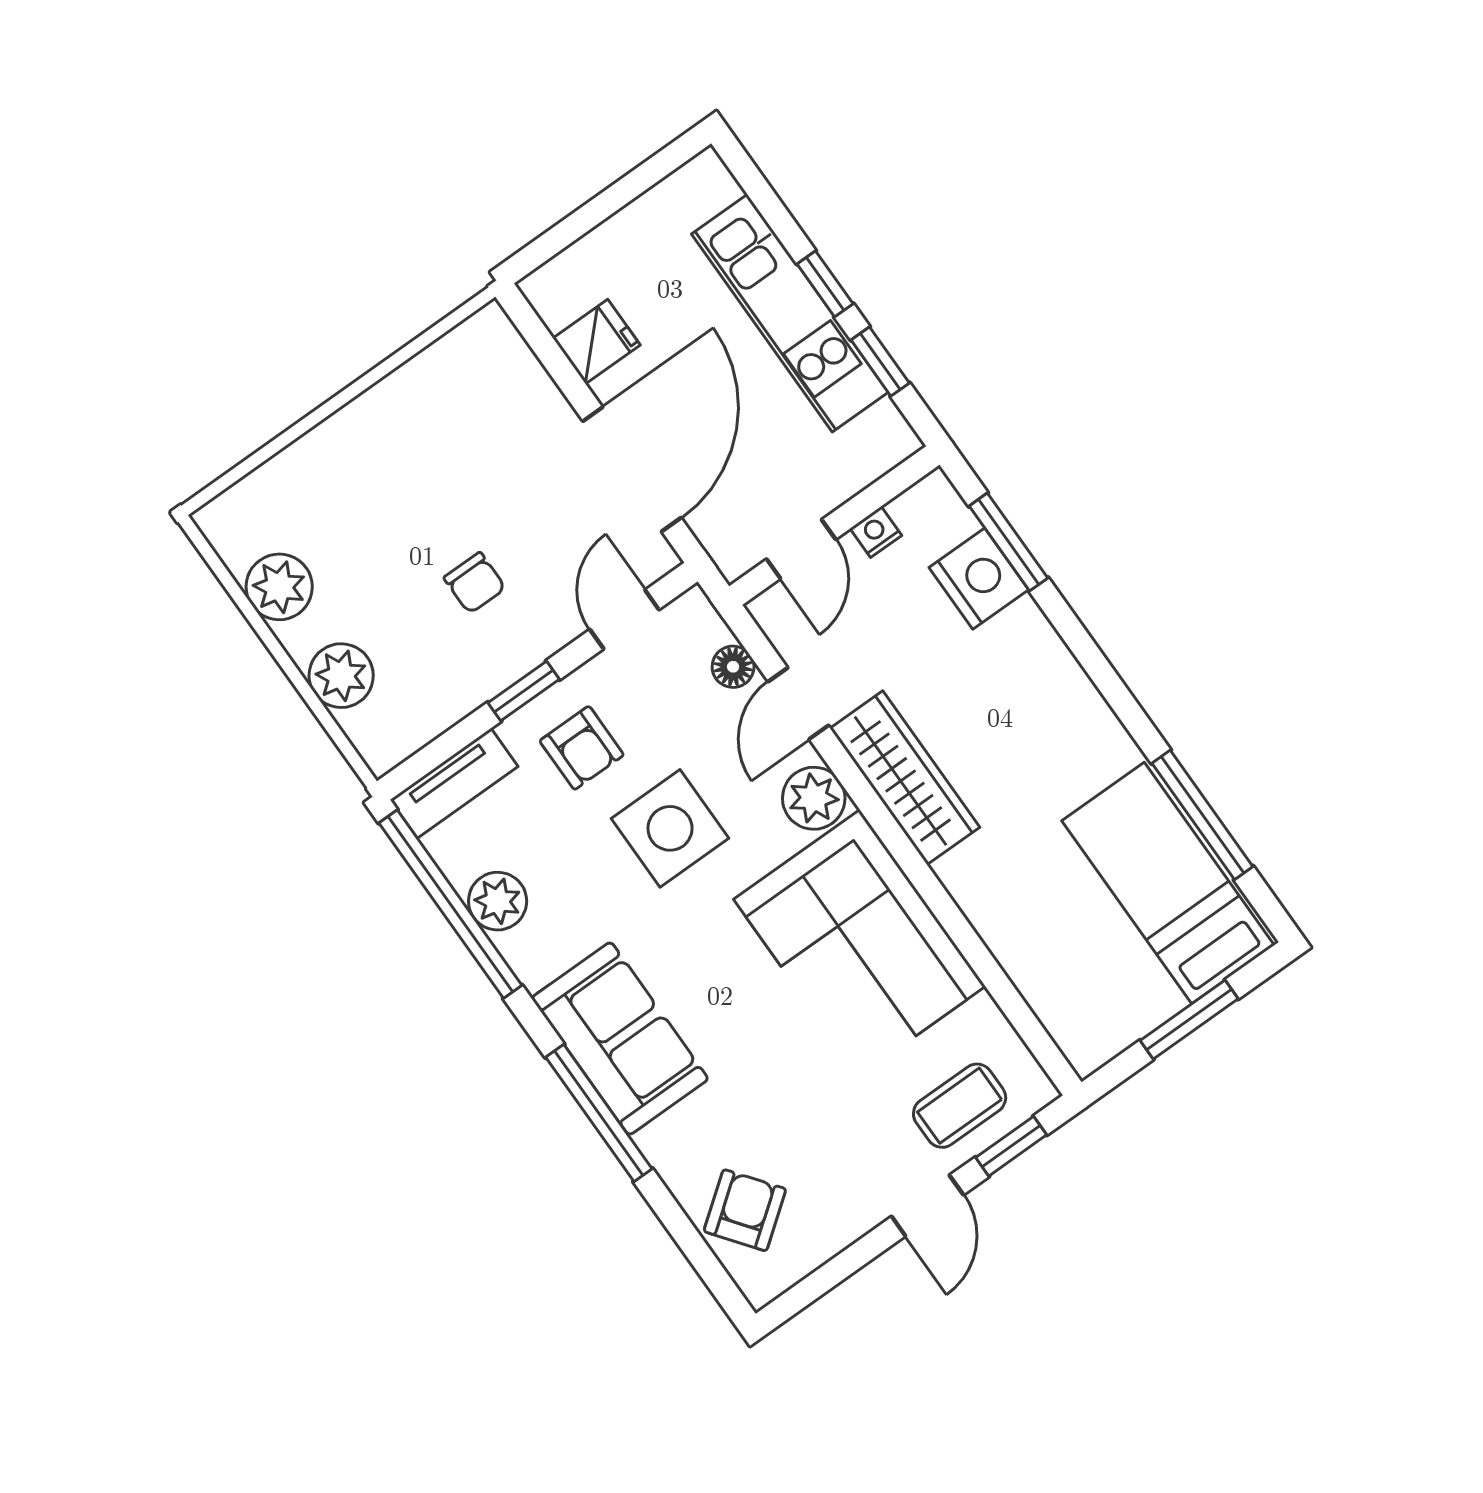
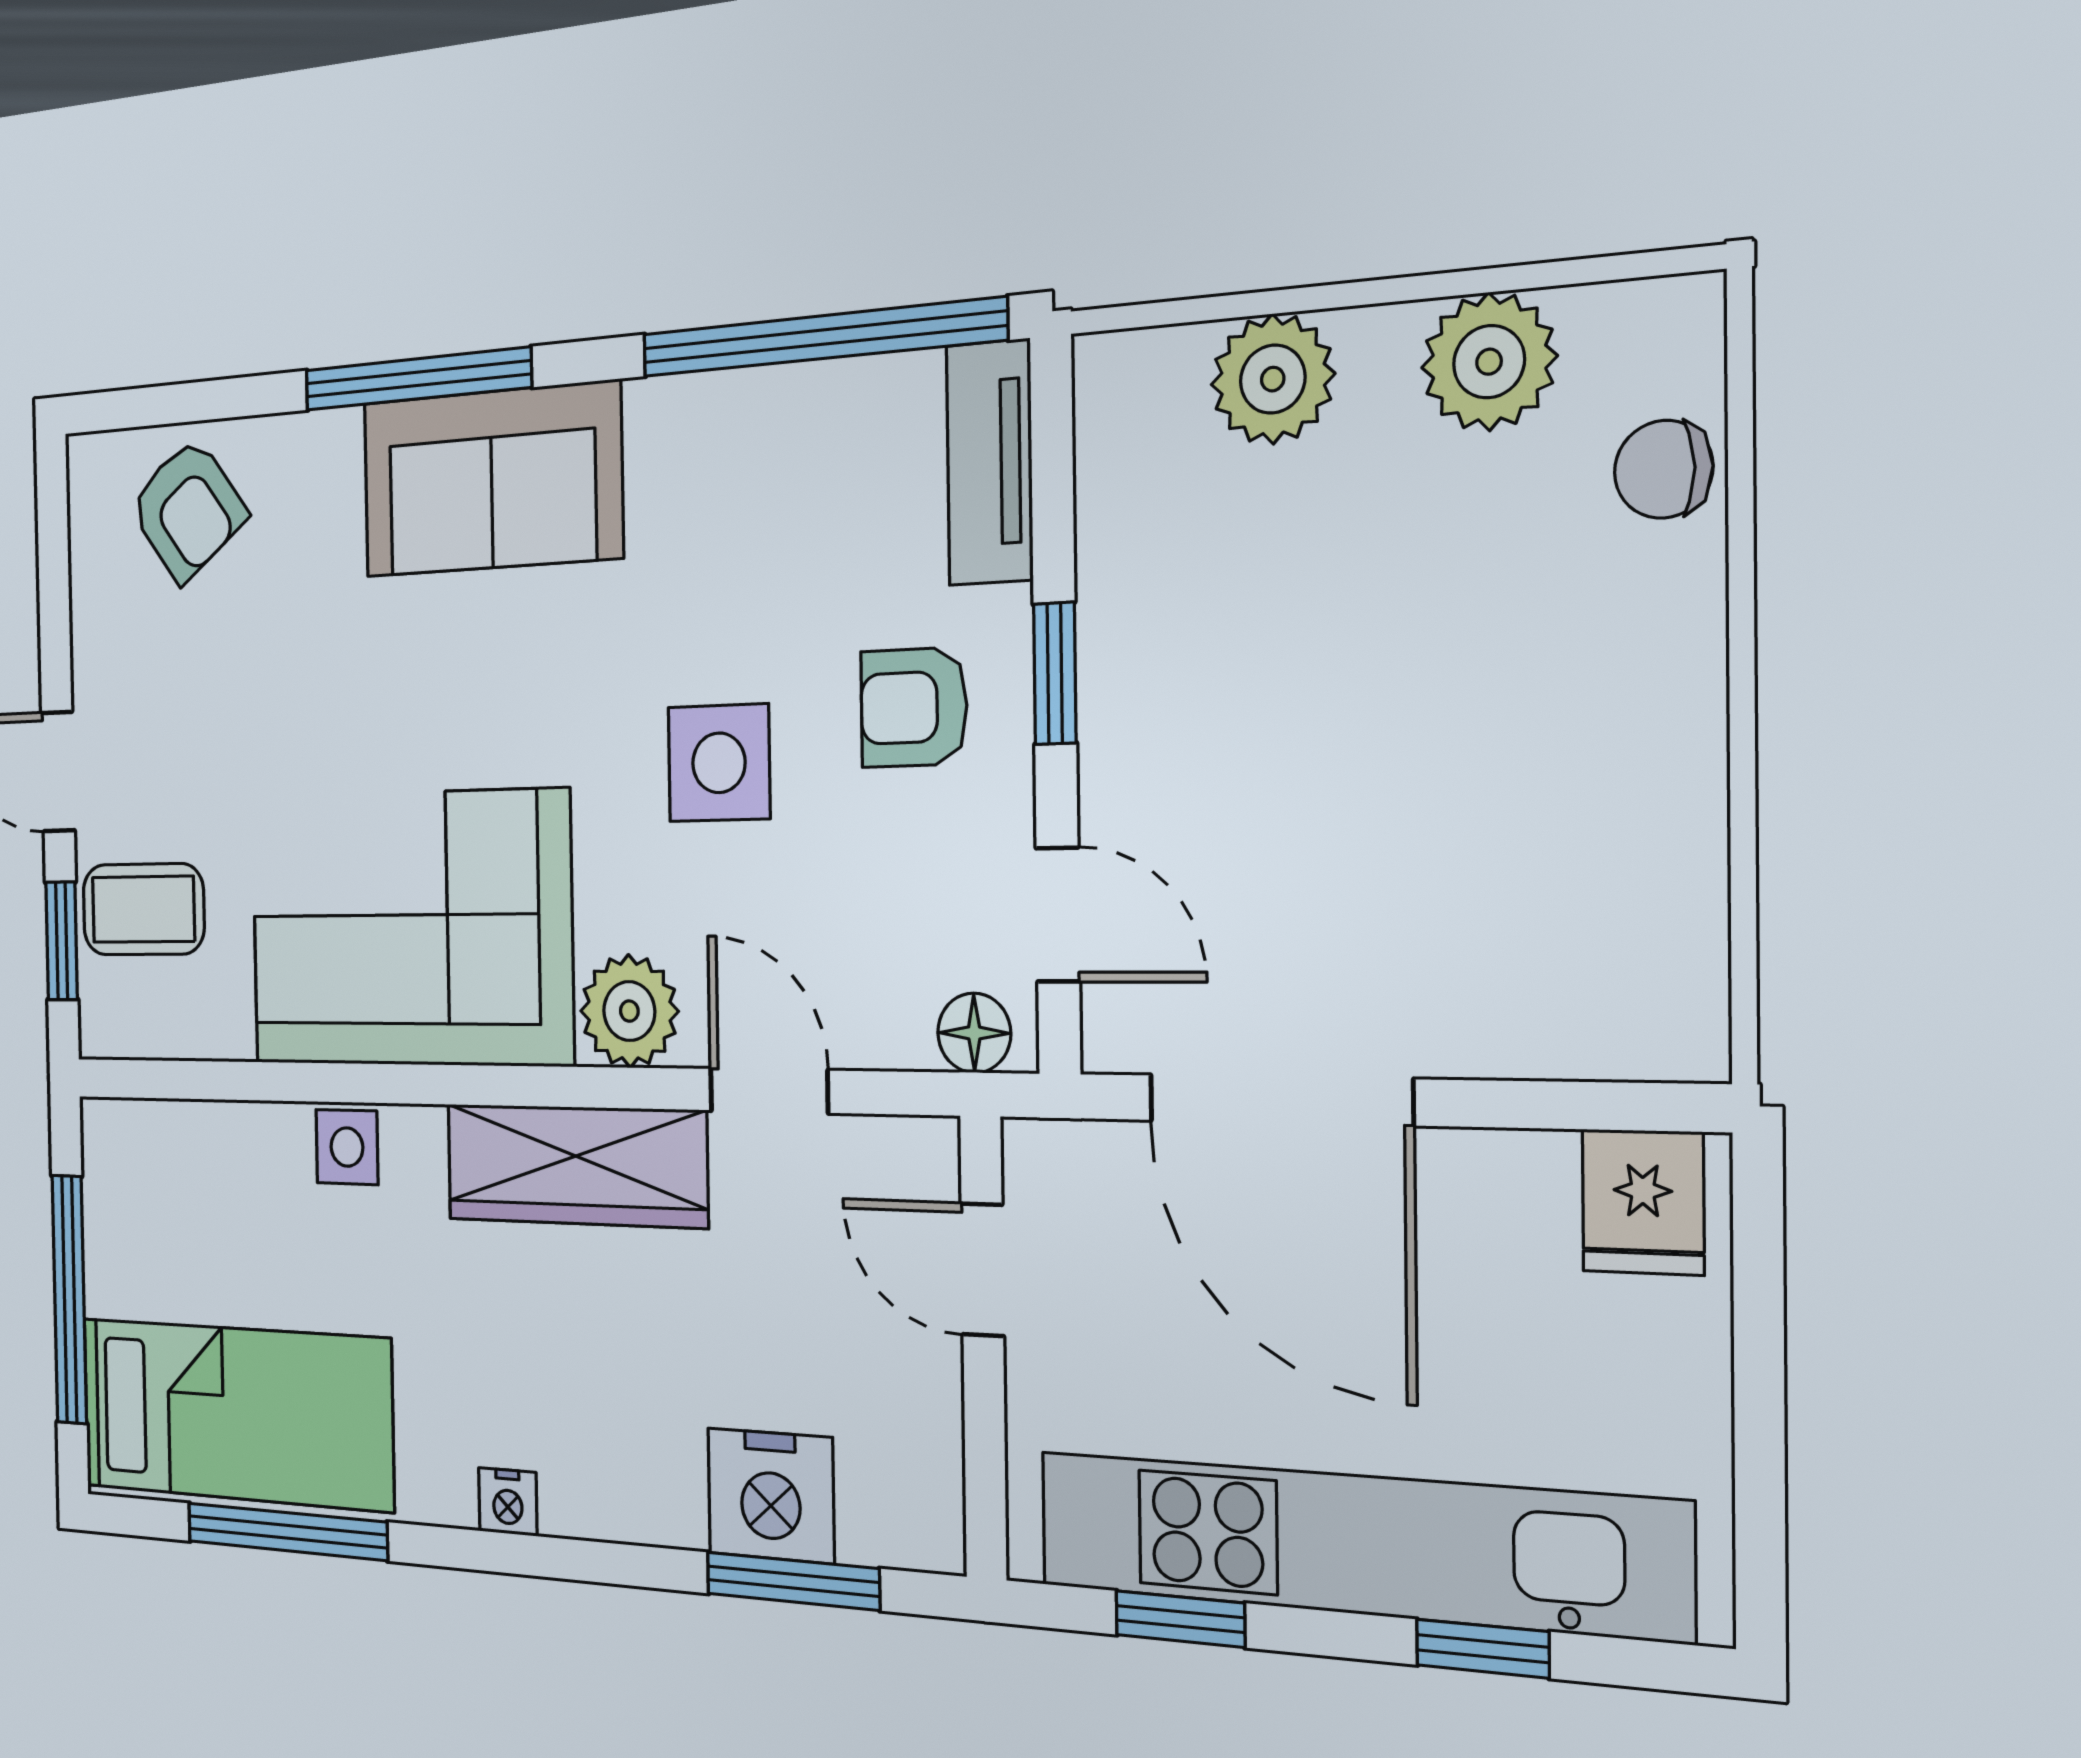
window: (825, 284) -> (1483, 1649), moved
kitchen unit: (790, 313) -> (1354, 1544), width x1.36
fridge: (596, 342) -> (1643, 1202), moved
nightstand: (876, 532) -> (508, 1502), moved, turned 90
chair: (475, 583) -> (1663, 469), moved
floor lamp: (733, 667) -> (974, 1033), moved
side table: (670, 828) -> (719, 763), width x0.73, depth x0.73
plant: (498, 901) -> (780, 417), removed
side table: (989, 907) -> (347, 1147), added
window: (1189, 1020) -> (69, 1300), width x1.44
coffee table: (960, 1106) -> (143, 909), turned 90

